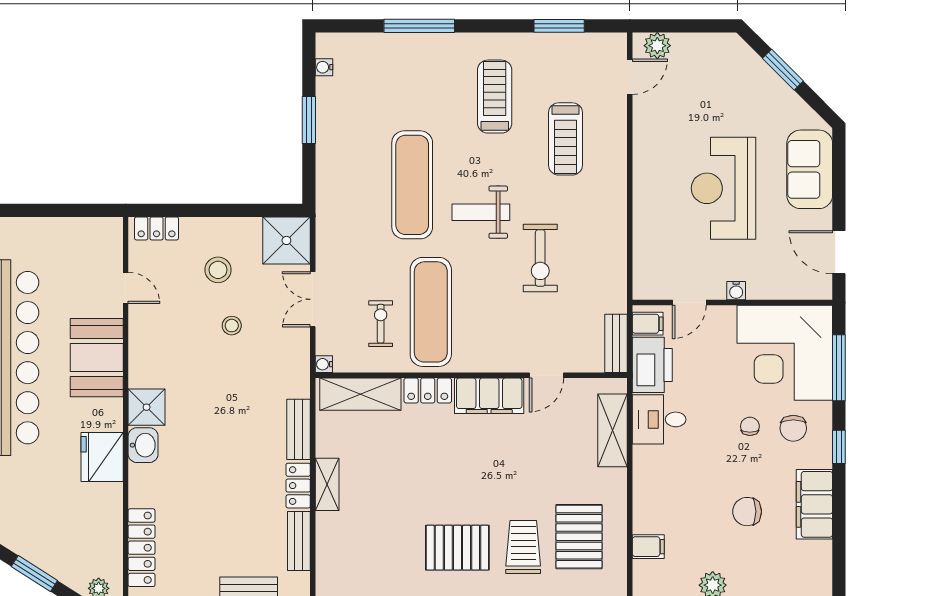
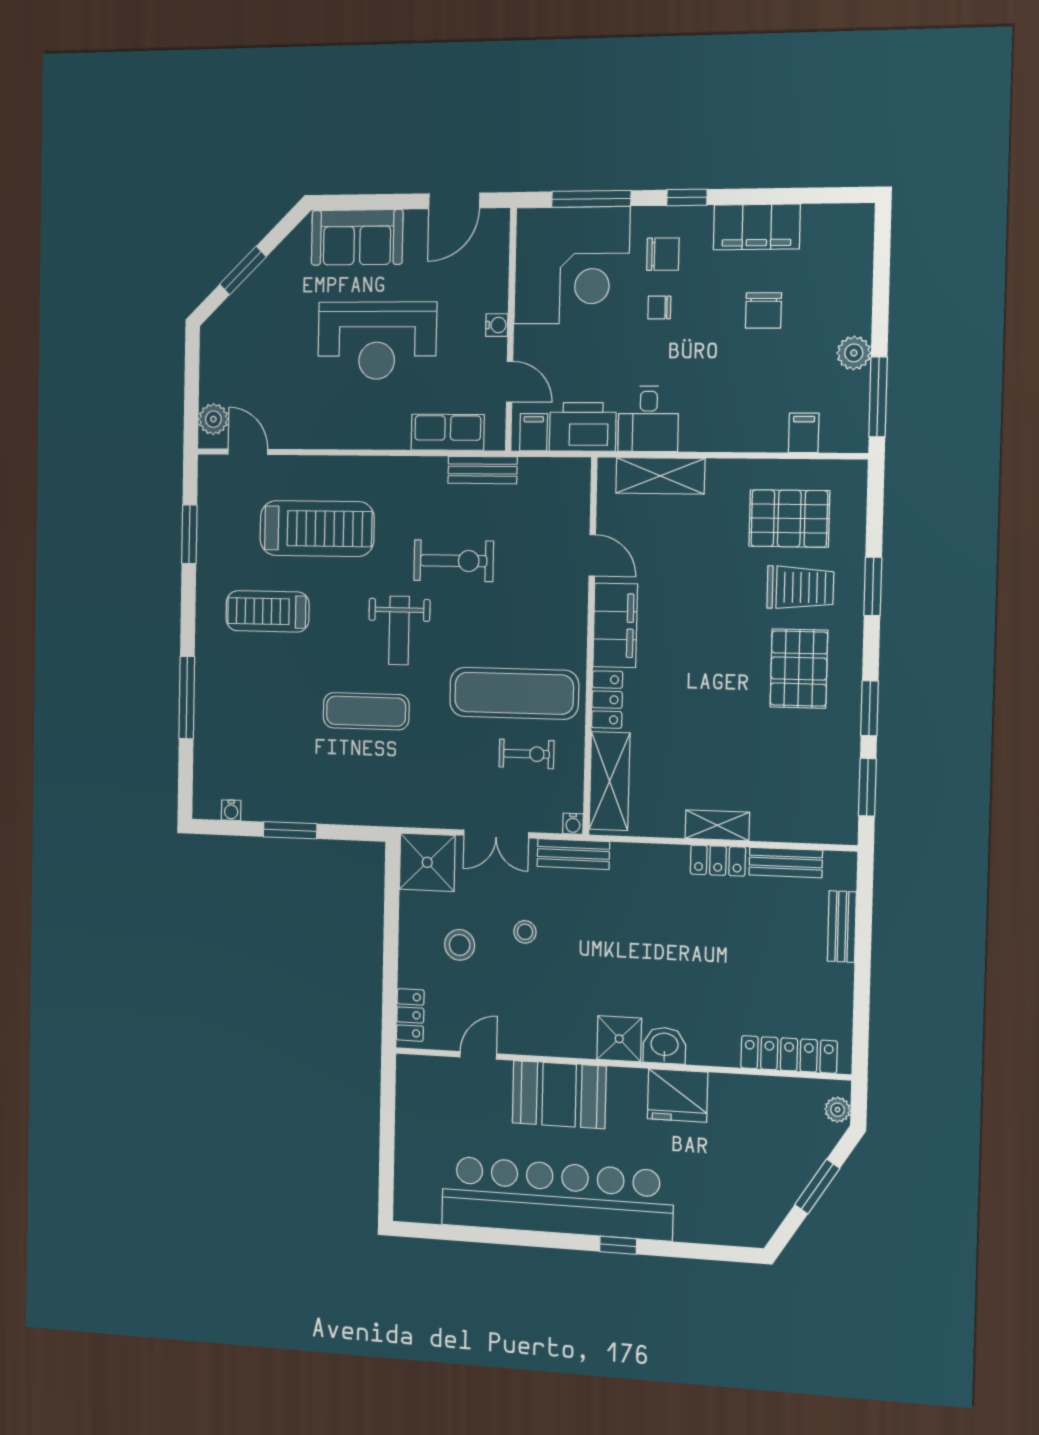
treadmill: (565, 139) -> (317, 529), width x1.37, depth x1.38
exercise mat: (412, 185) -> (366, 711), width x0.73, depth x0.69
row of seats: (647, 251) -> (448, 432), added
exercise bike: (381, 324) -> (527, 754), turned 180
bench: (616, 343) -> (482, 470), moved
bench: (299, 429) -> (573, 854), moved
trolley: (523, 547) -> (800, 588), turned 180

